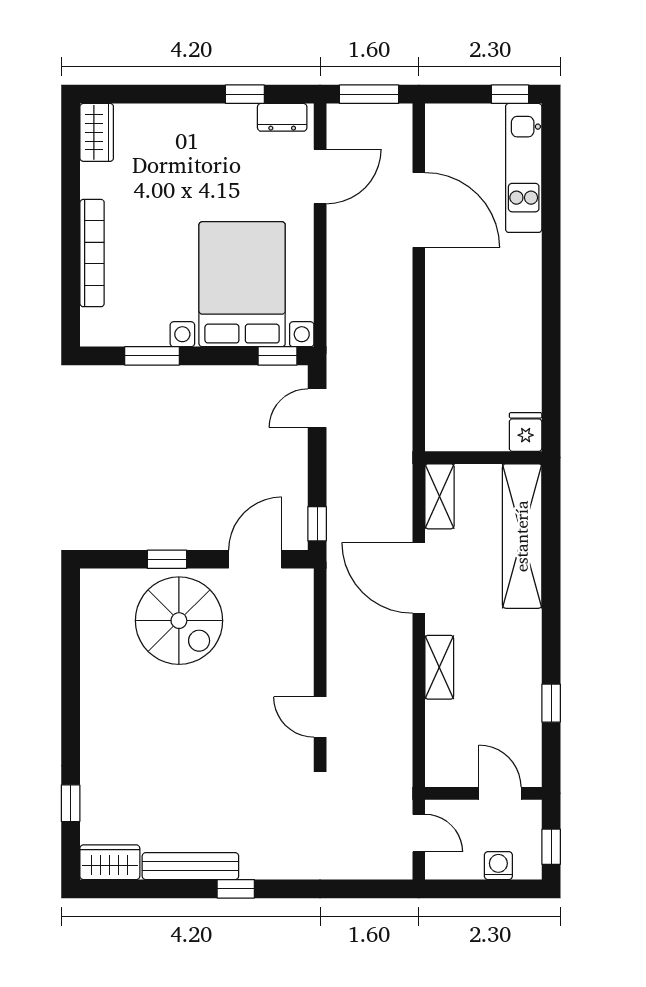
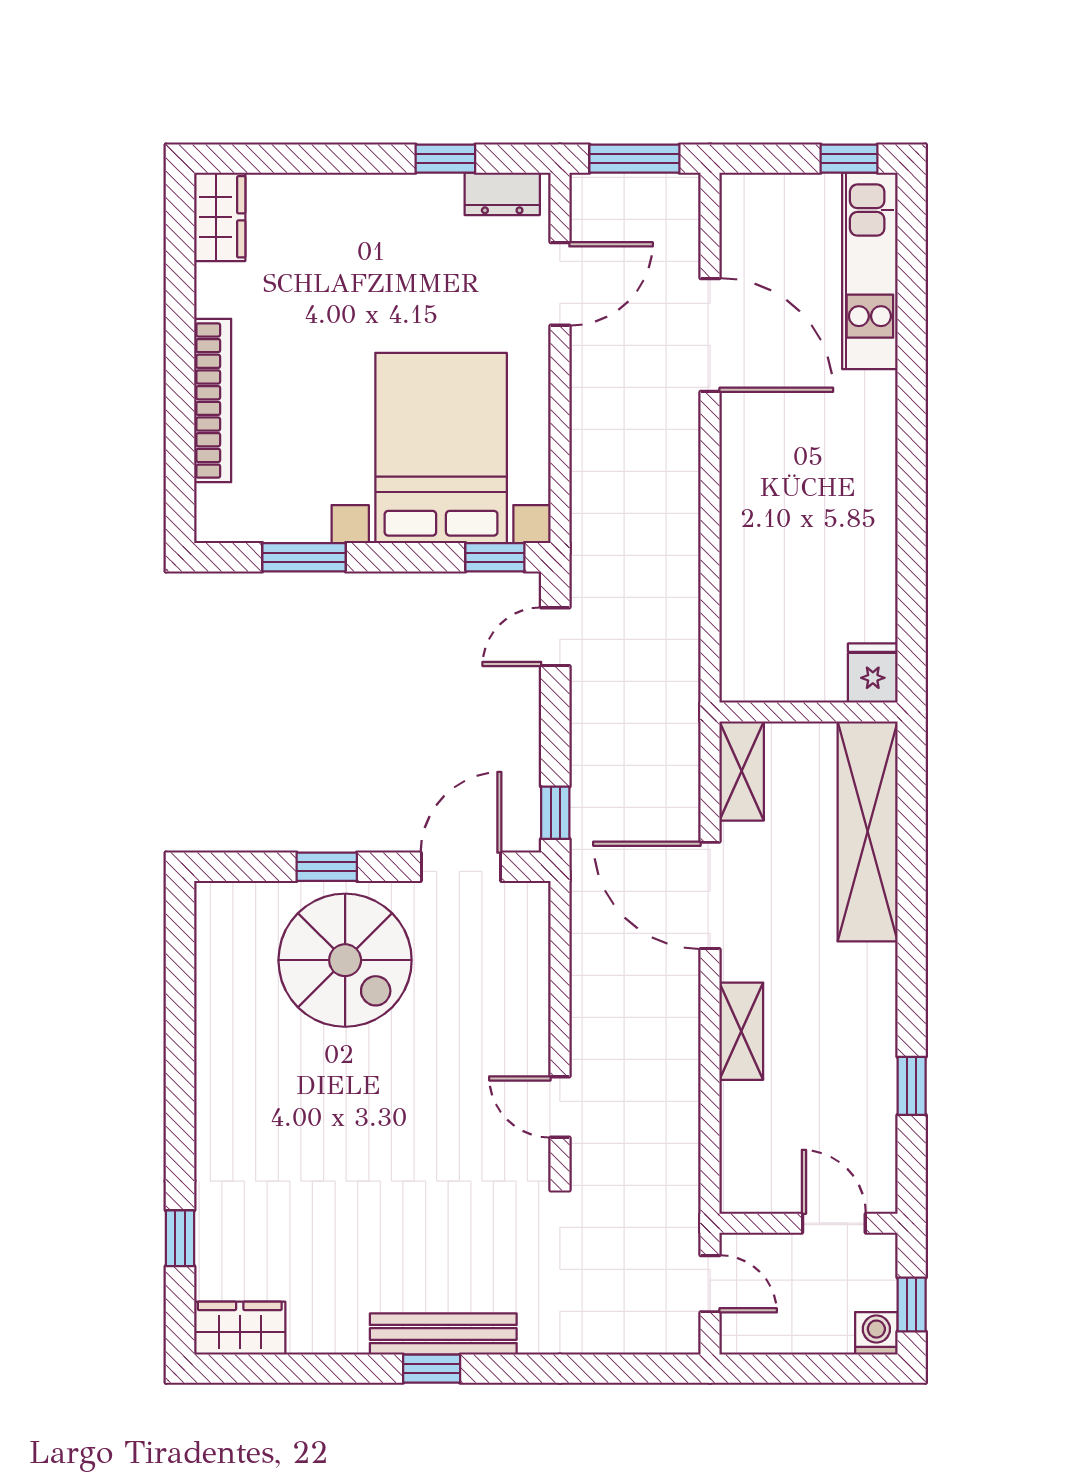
bench: (190, 866) -> (443, 1334), moved
washing machine: (498, 866) -> (876, 1333), moved

